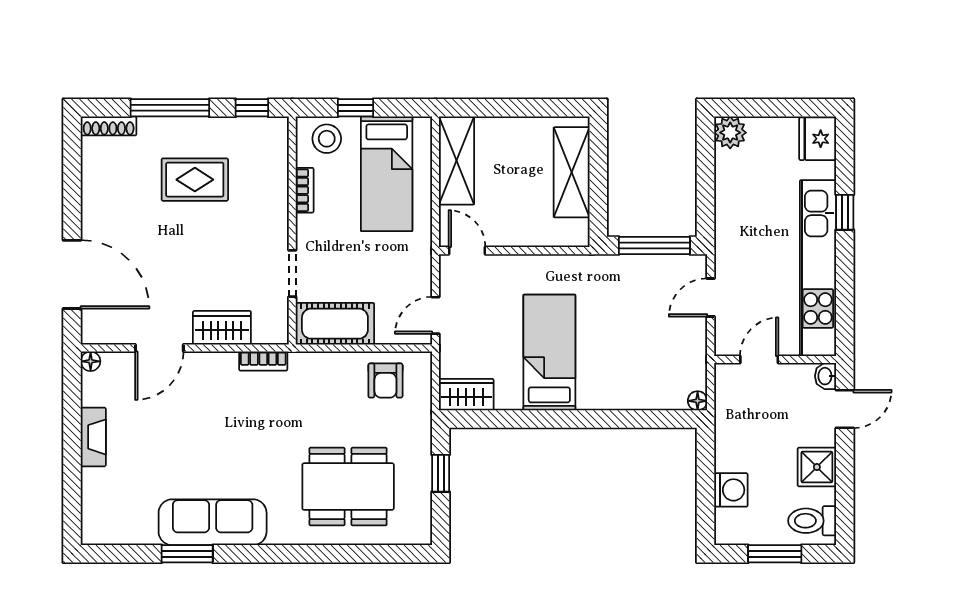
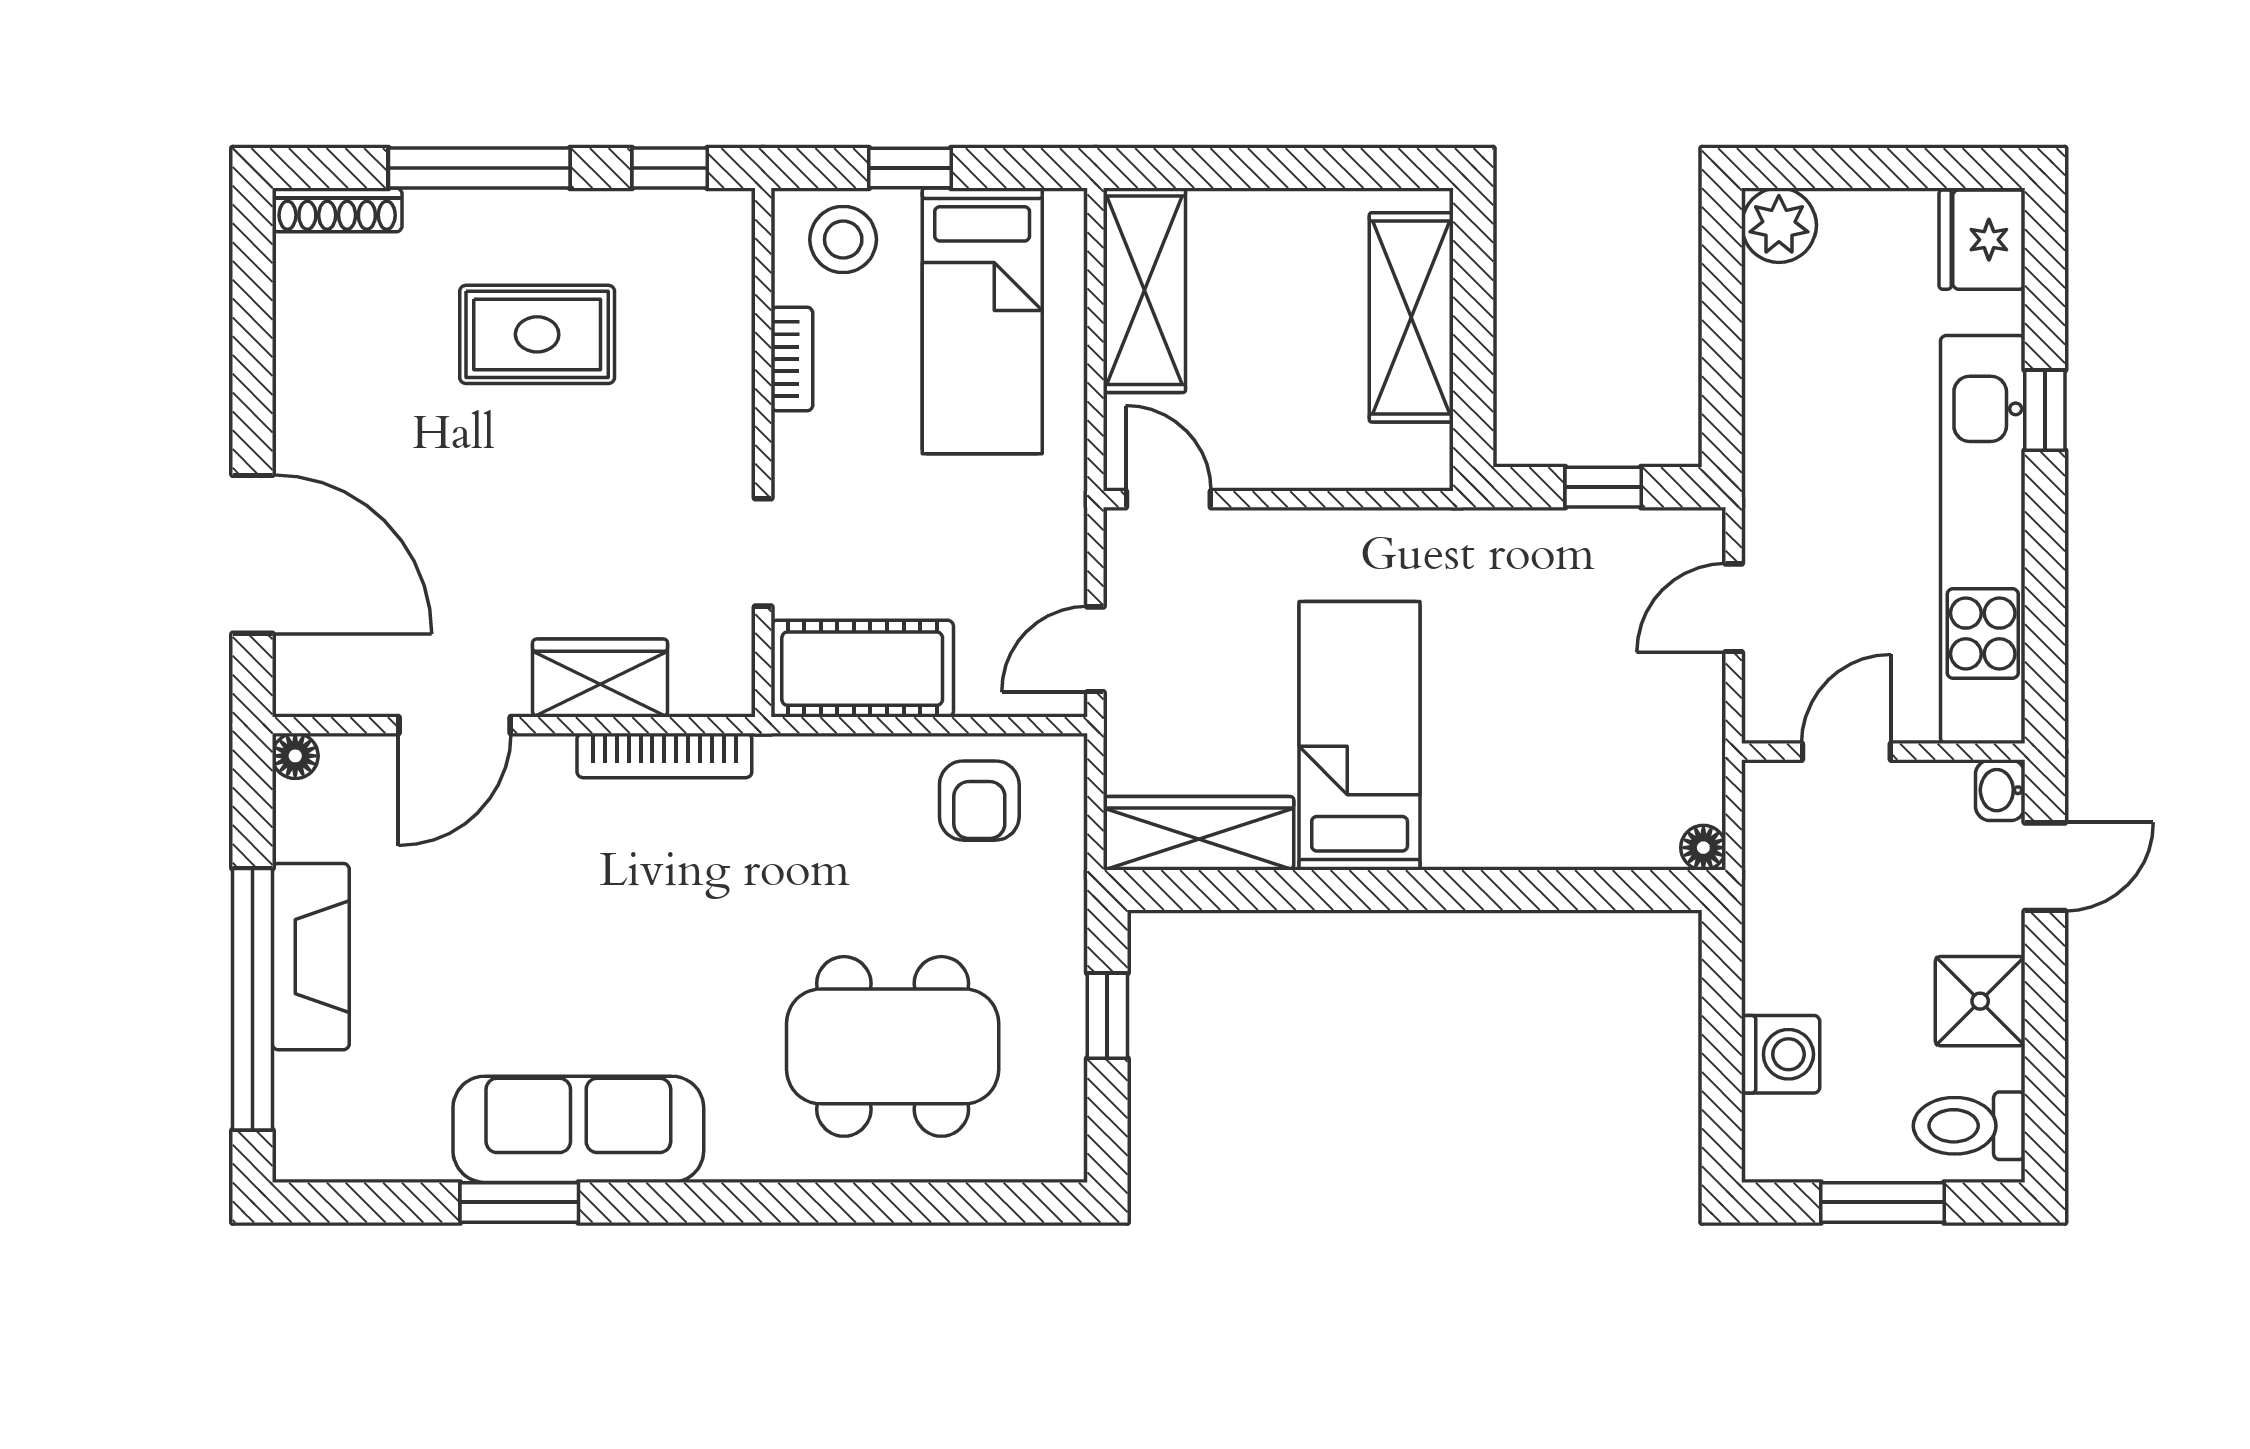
window: (654, 245) -> (1603, 487), width x0.46
bookcase: (263, 361) -> (664, 755), width x1.56
wardrobe: (466, 395) -> (1199, 833), width x1.50
fireplace: (93, 437) -> (311, 957), width x1.37, depth x1.32
window: (72, 466) -> (252, 999), added

